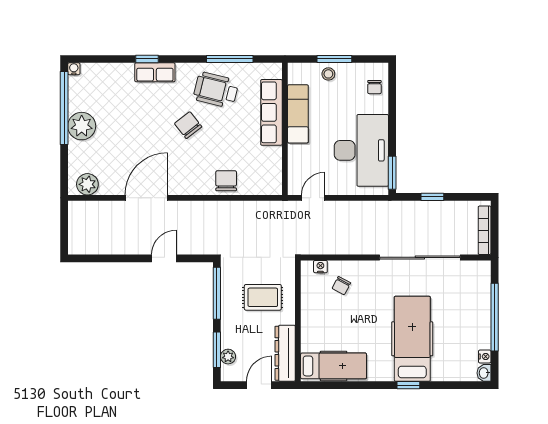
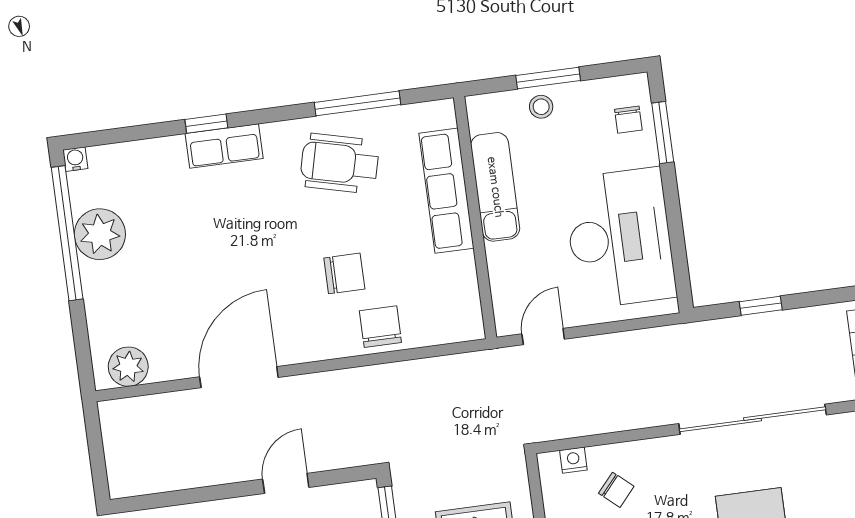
chair: (188, 125) -> (344, 273), moved, turned 128
plant: (82, 126) -> (100, 234), moved
window: (392, 173) -> (663, 132), moved
chair: (341, 286) -> (616, 490), turned -77

